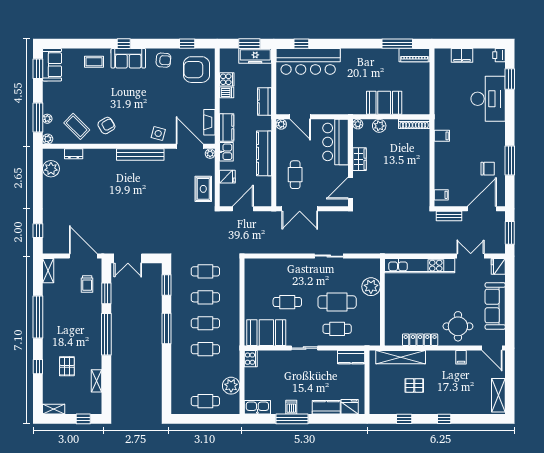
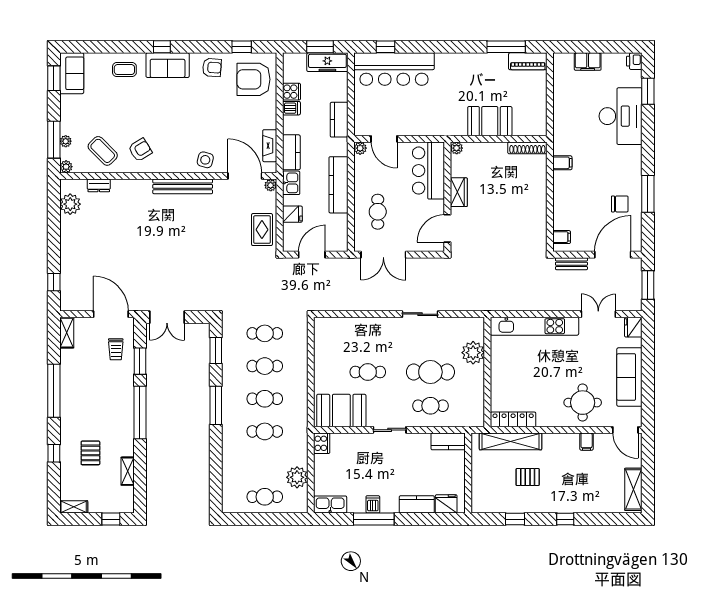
plant: (379, 126) -> (483, 150), removed
locker: (420, 340) -> (513, 419), moved

